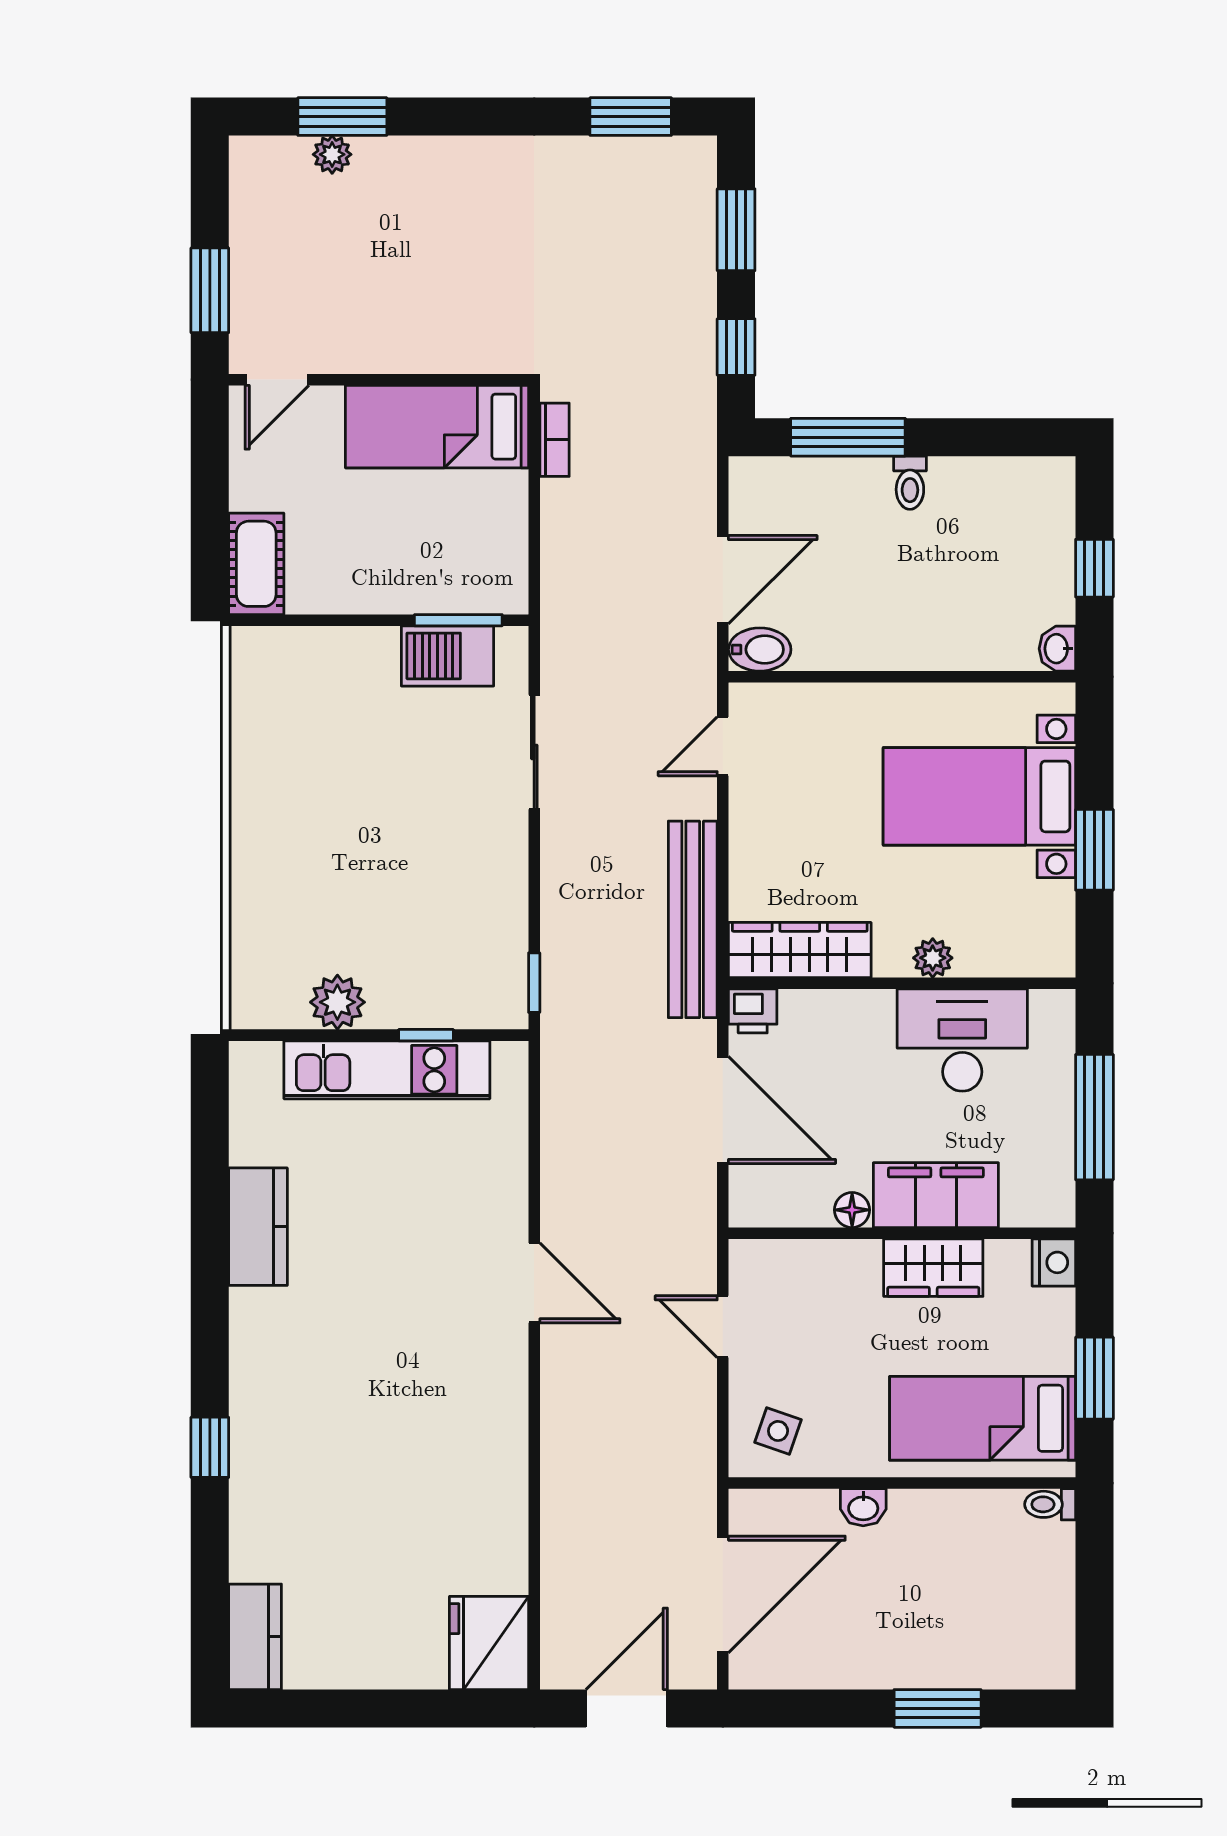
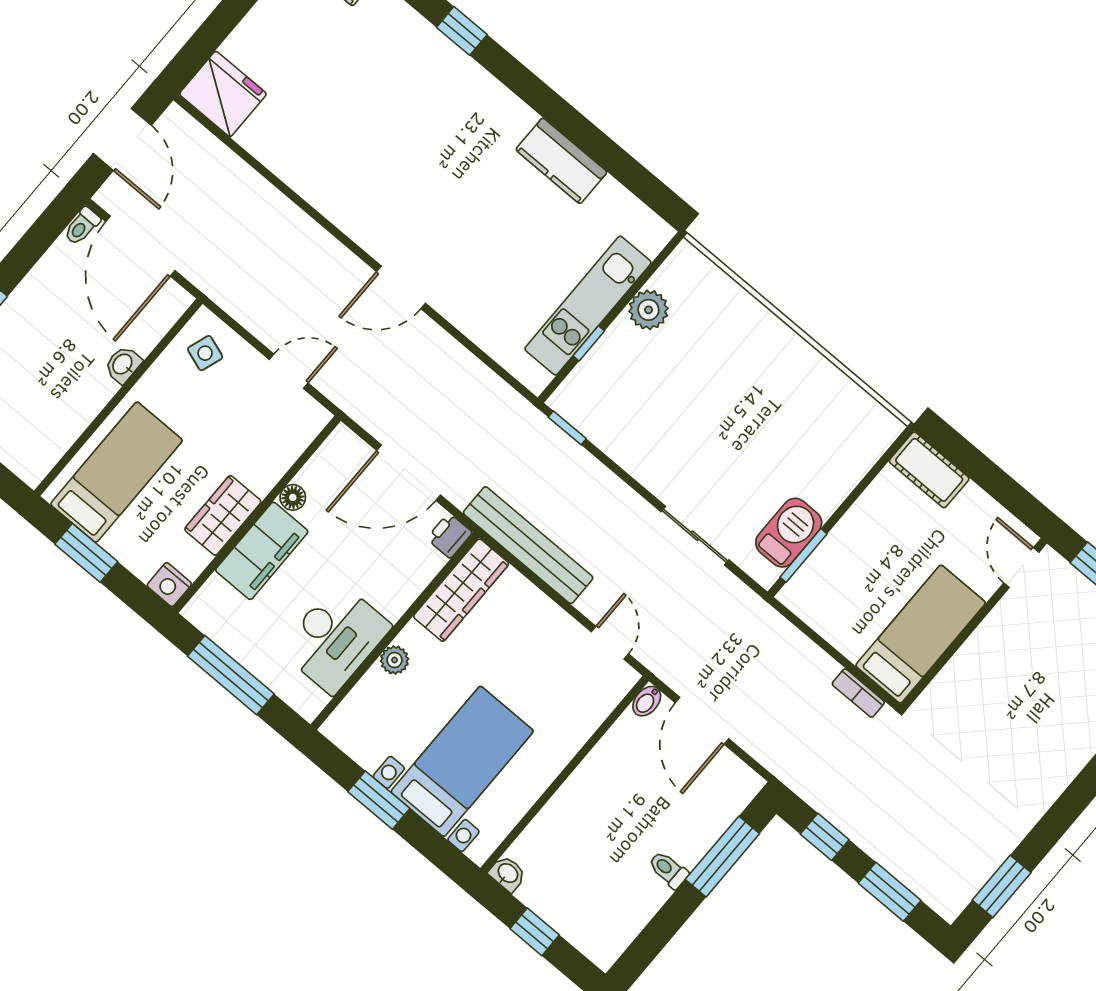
bidet: (760, 650) -> (647, 701), width x0.72, depth x0.74
toilet: (1050, 1504) -> (82, 226), moved, turned 180

